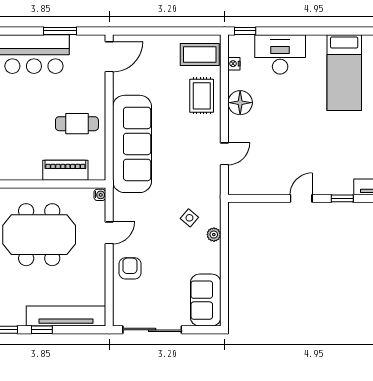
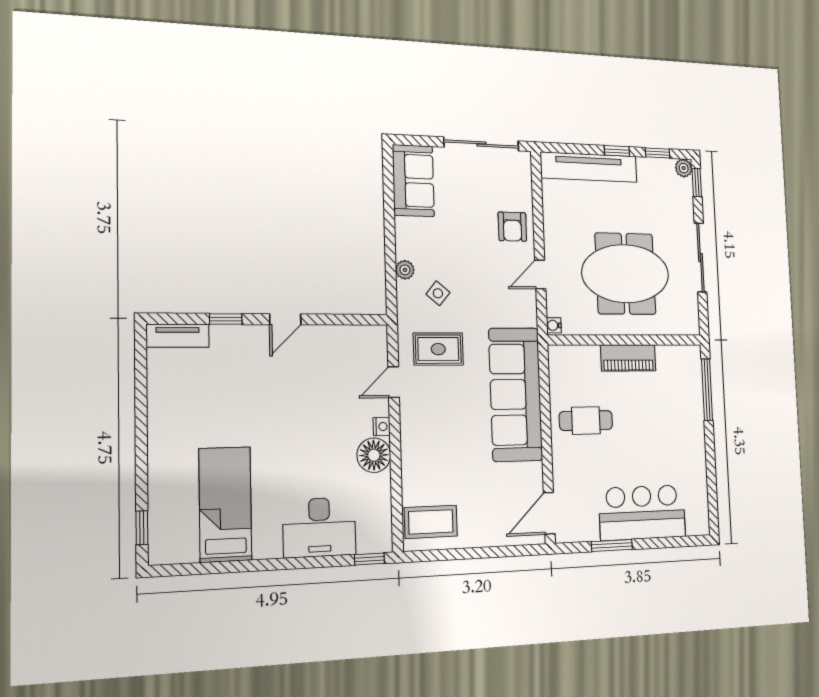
nightstand: (234, 64) -> (382, 427), moved
rug: (202, 96) -> (438, 349), moved, turned 90
piano: (65, 170) -> (628, 358), moved

